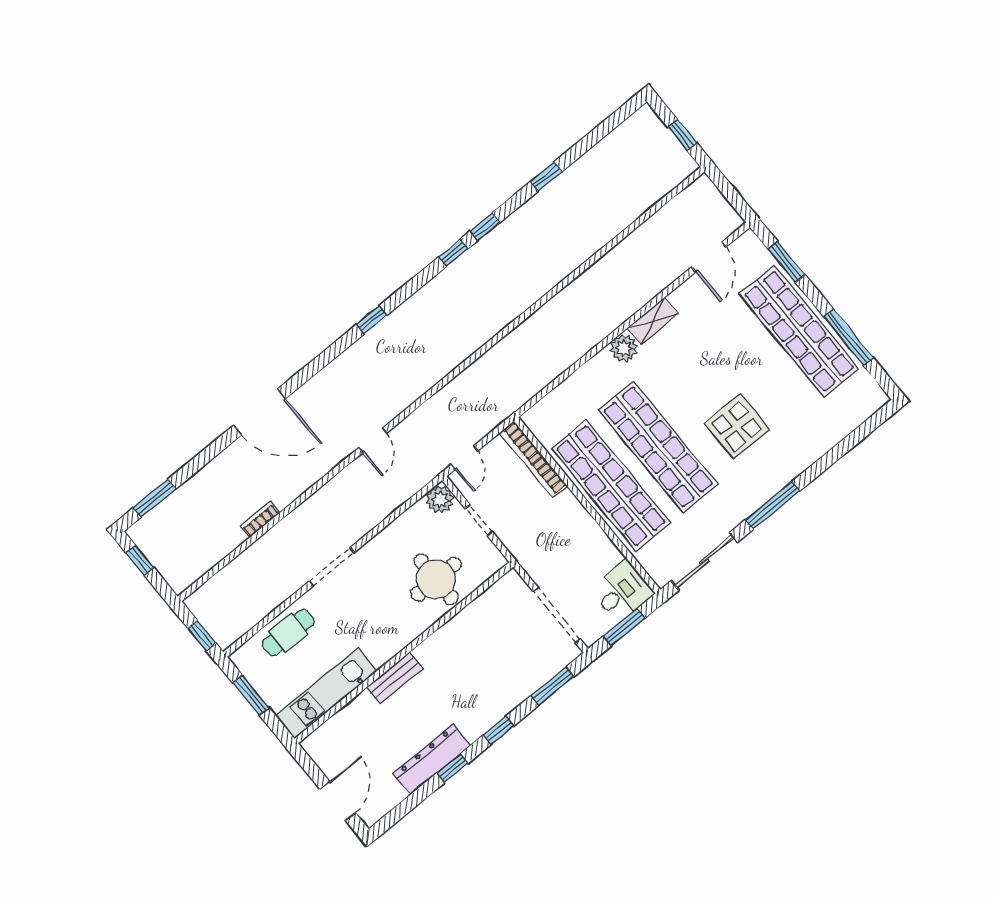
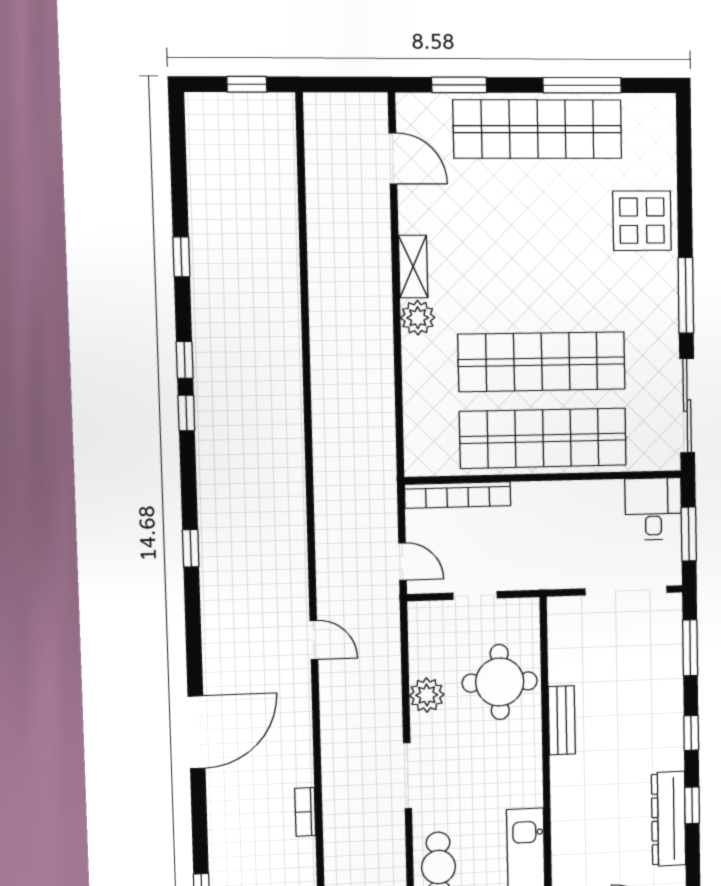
display table: (737, 426) -> (642, 221), moved
plant: (440, 500) -> (427, 695), moved
bench: (395, 678) -> (562, 720), moved

